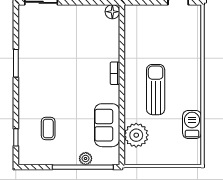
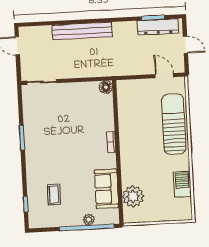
sun lounger: (156, 90) -> (174, 124), moved, width x1.36, depth x1.34

